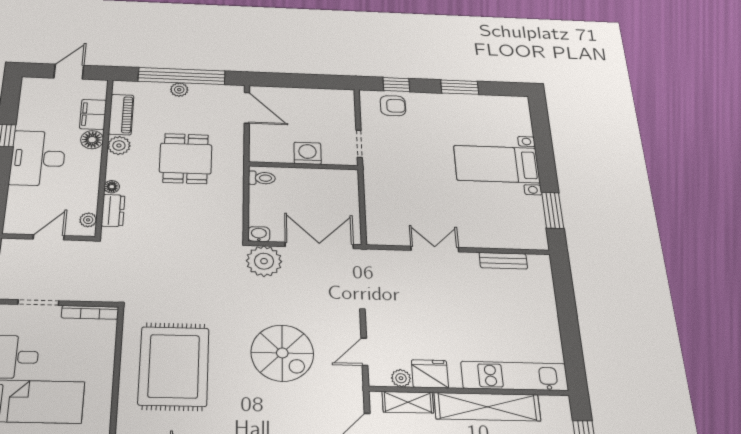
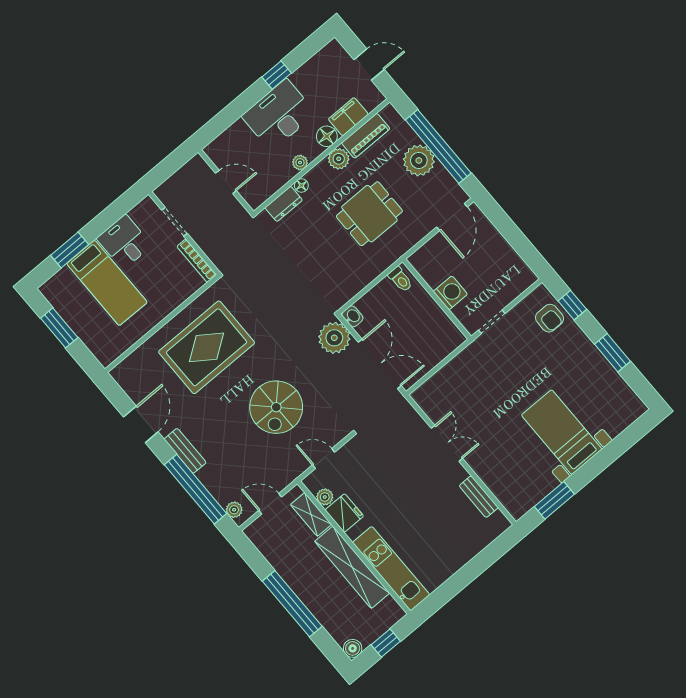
plant: (179, 90) -> (419, 160), width x1.87, depth x1.87
plant: (88, 220) -> (300, 162), moved

